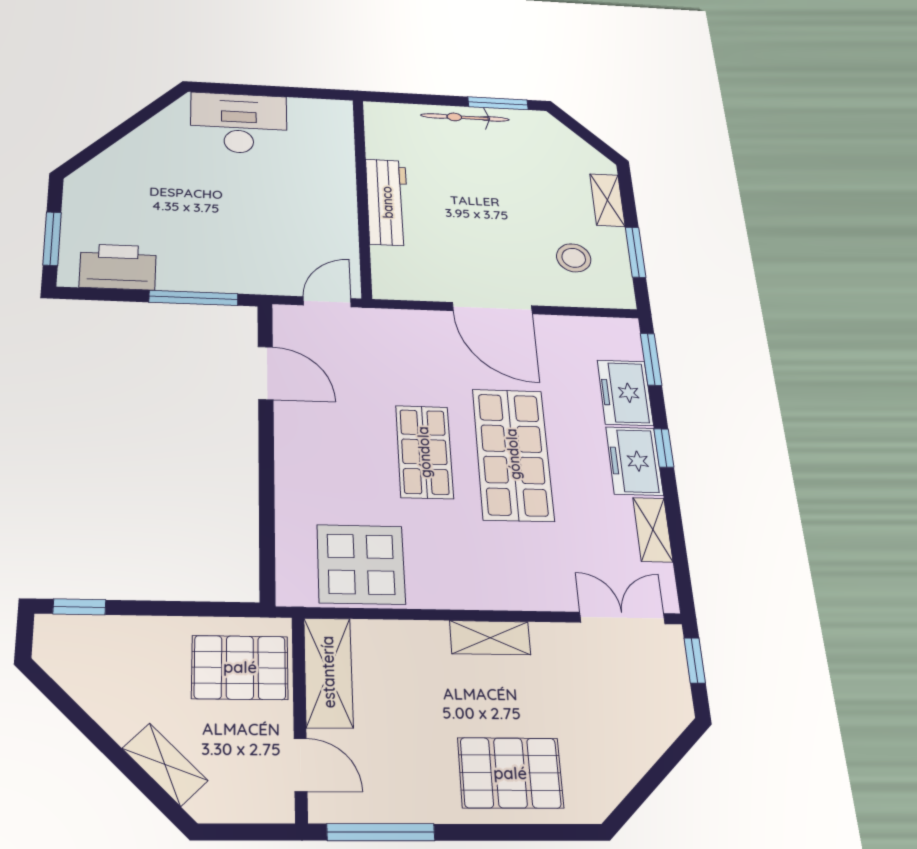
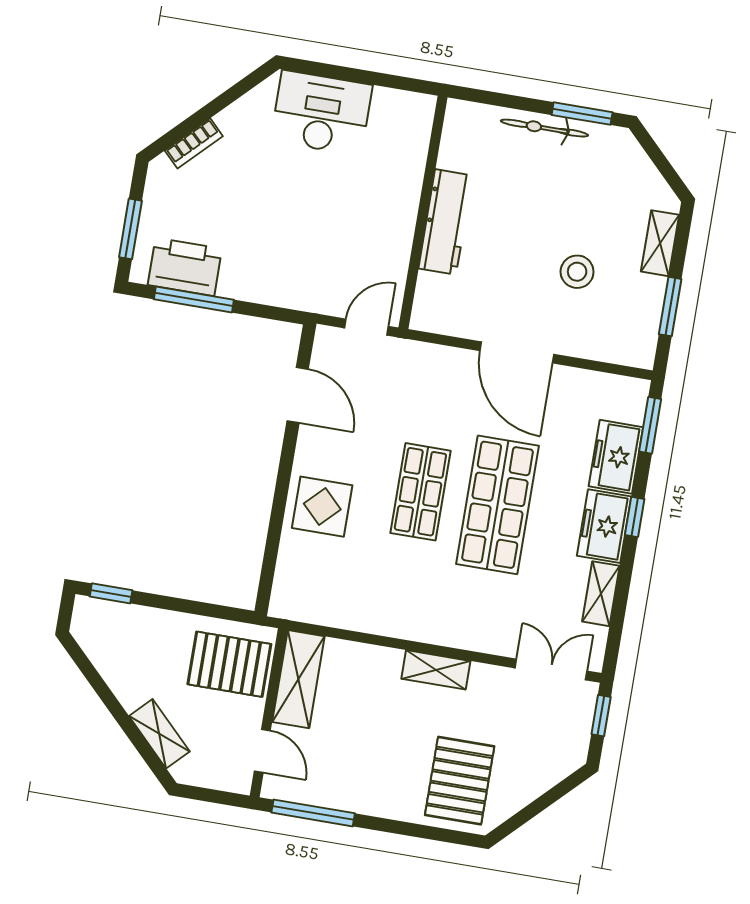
bookcase: (110, 159) -> (194, 143), added
stool: (574, 258) -> (577, 272), moved
window: (193, 298) -> (194, 300), moved
display table: (361, 564) -> (322, 507), moved, width x0.73, depth x0.73
pallet: (510, 773) -> (460, 781), moved, turned 90

